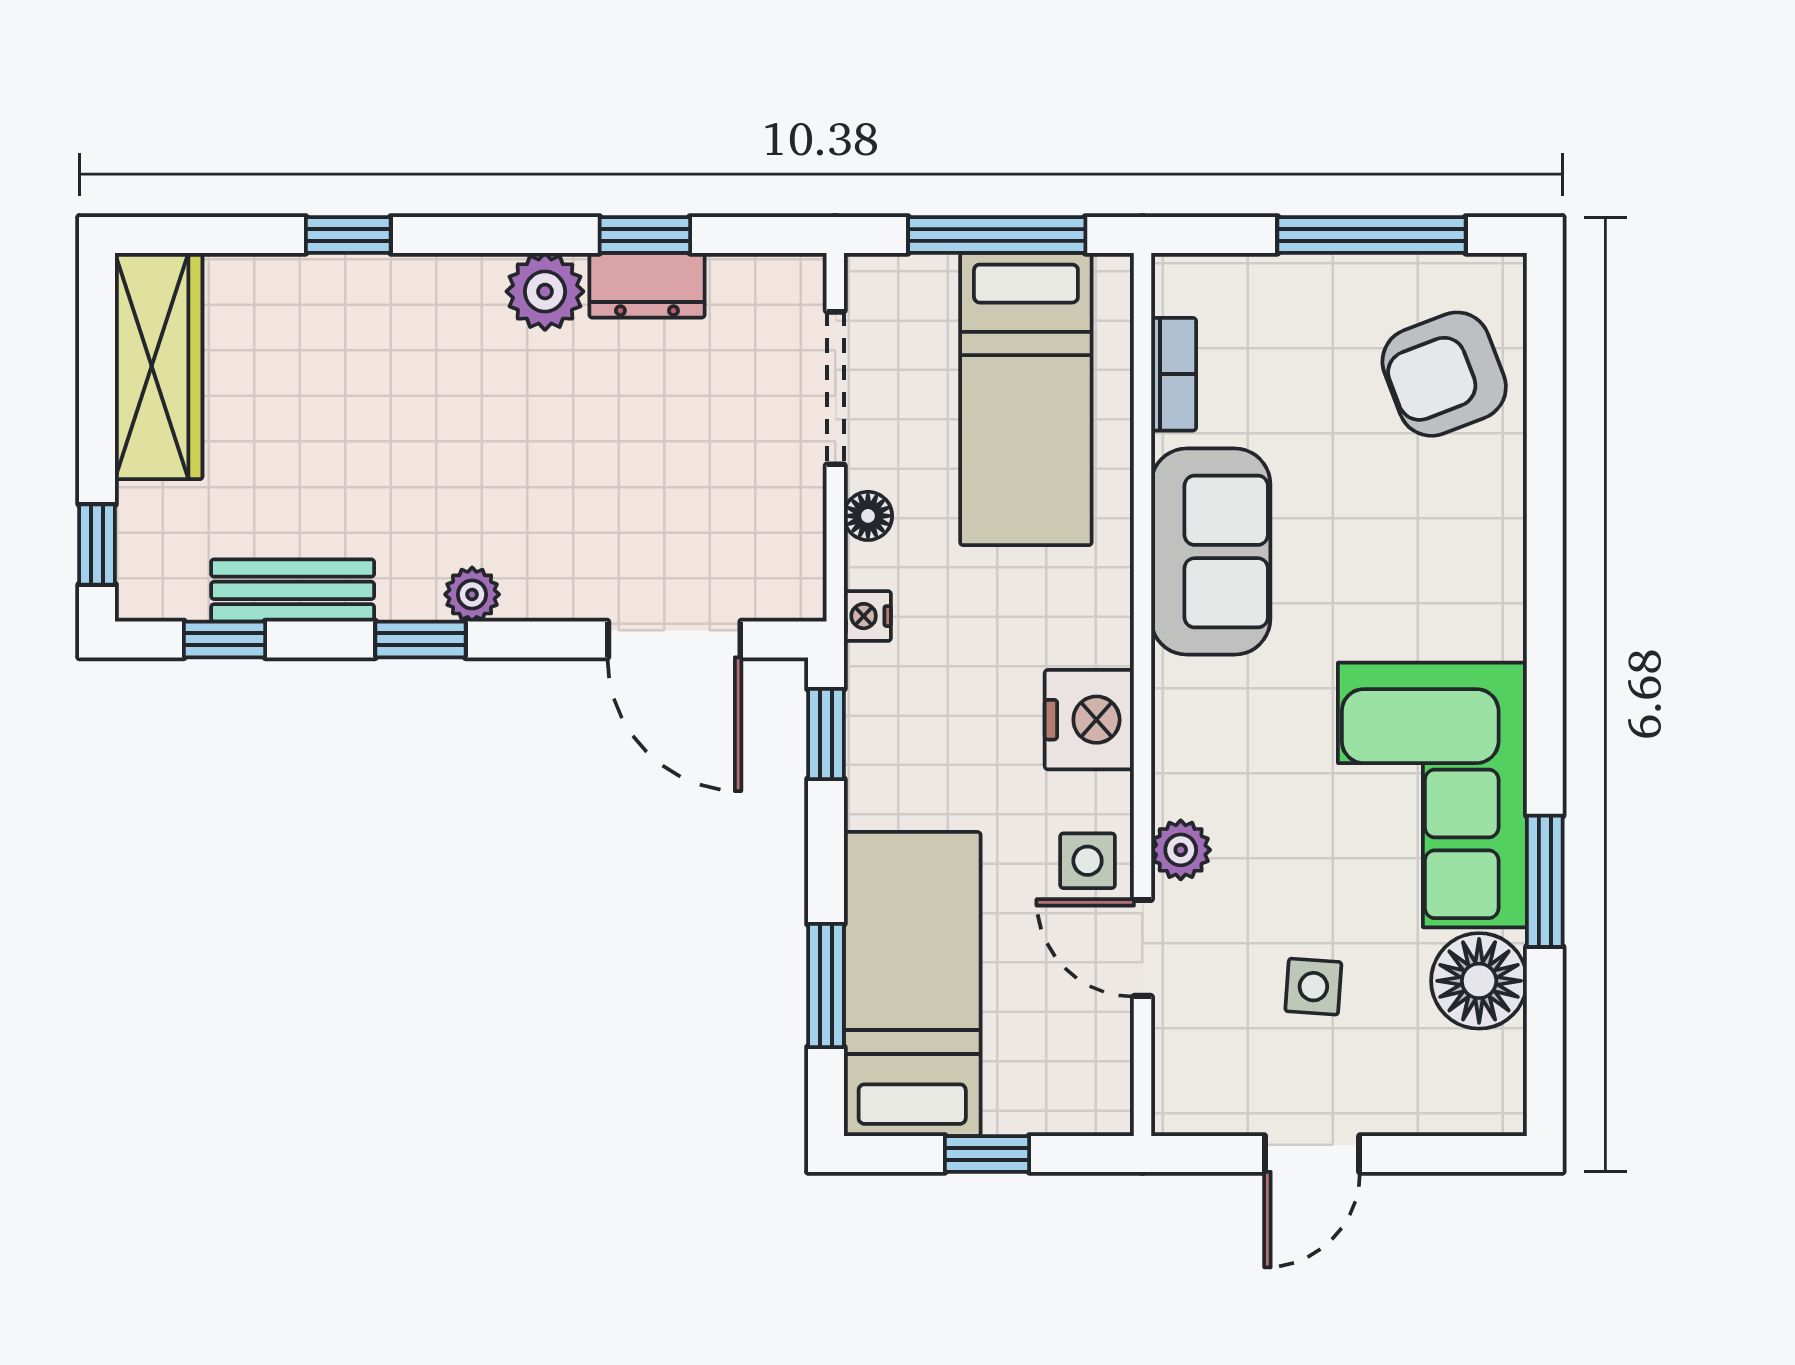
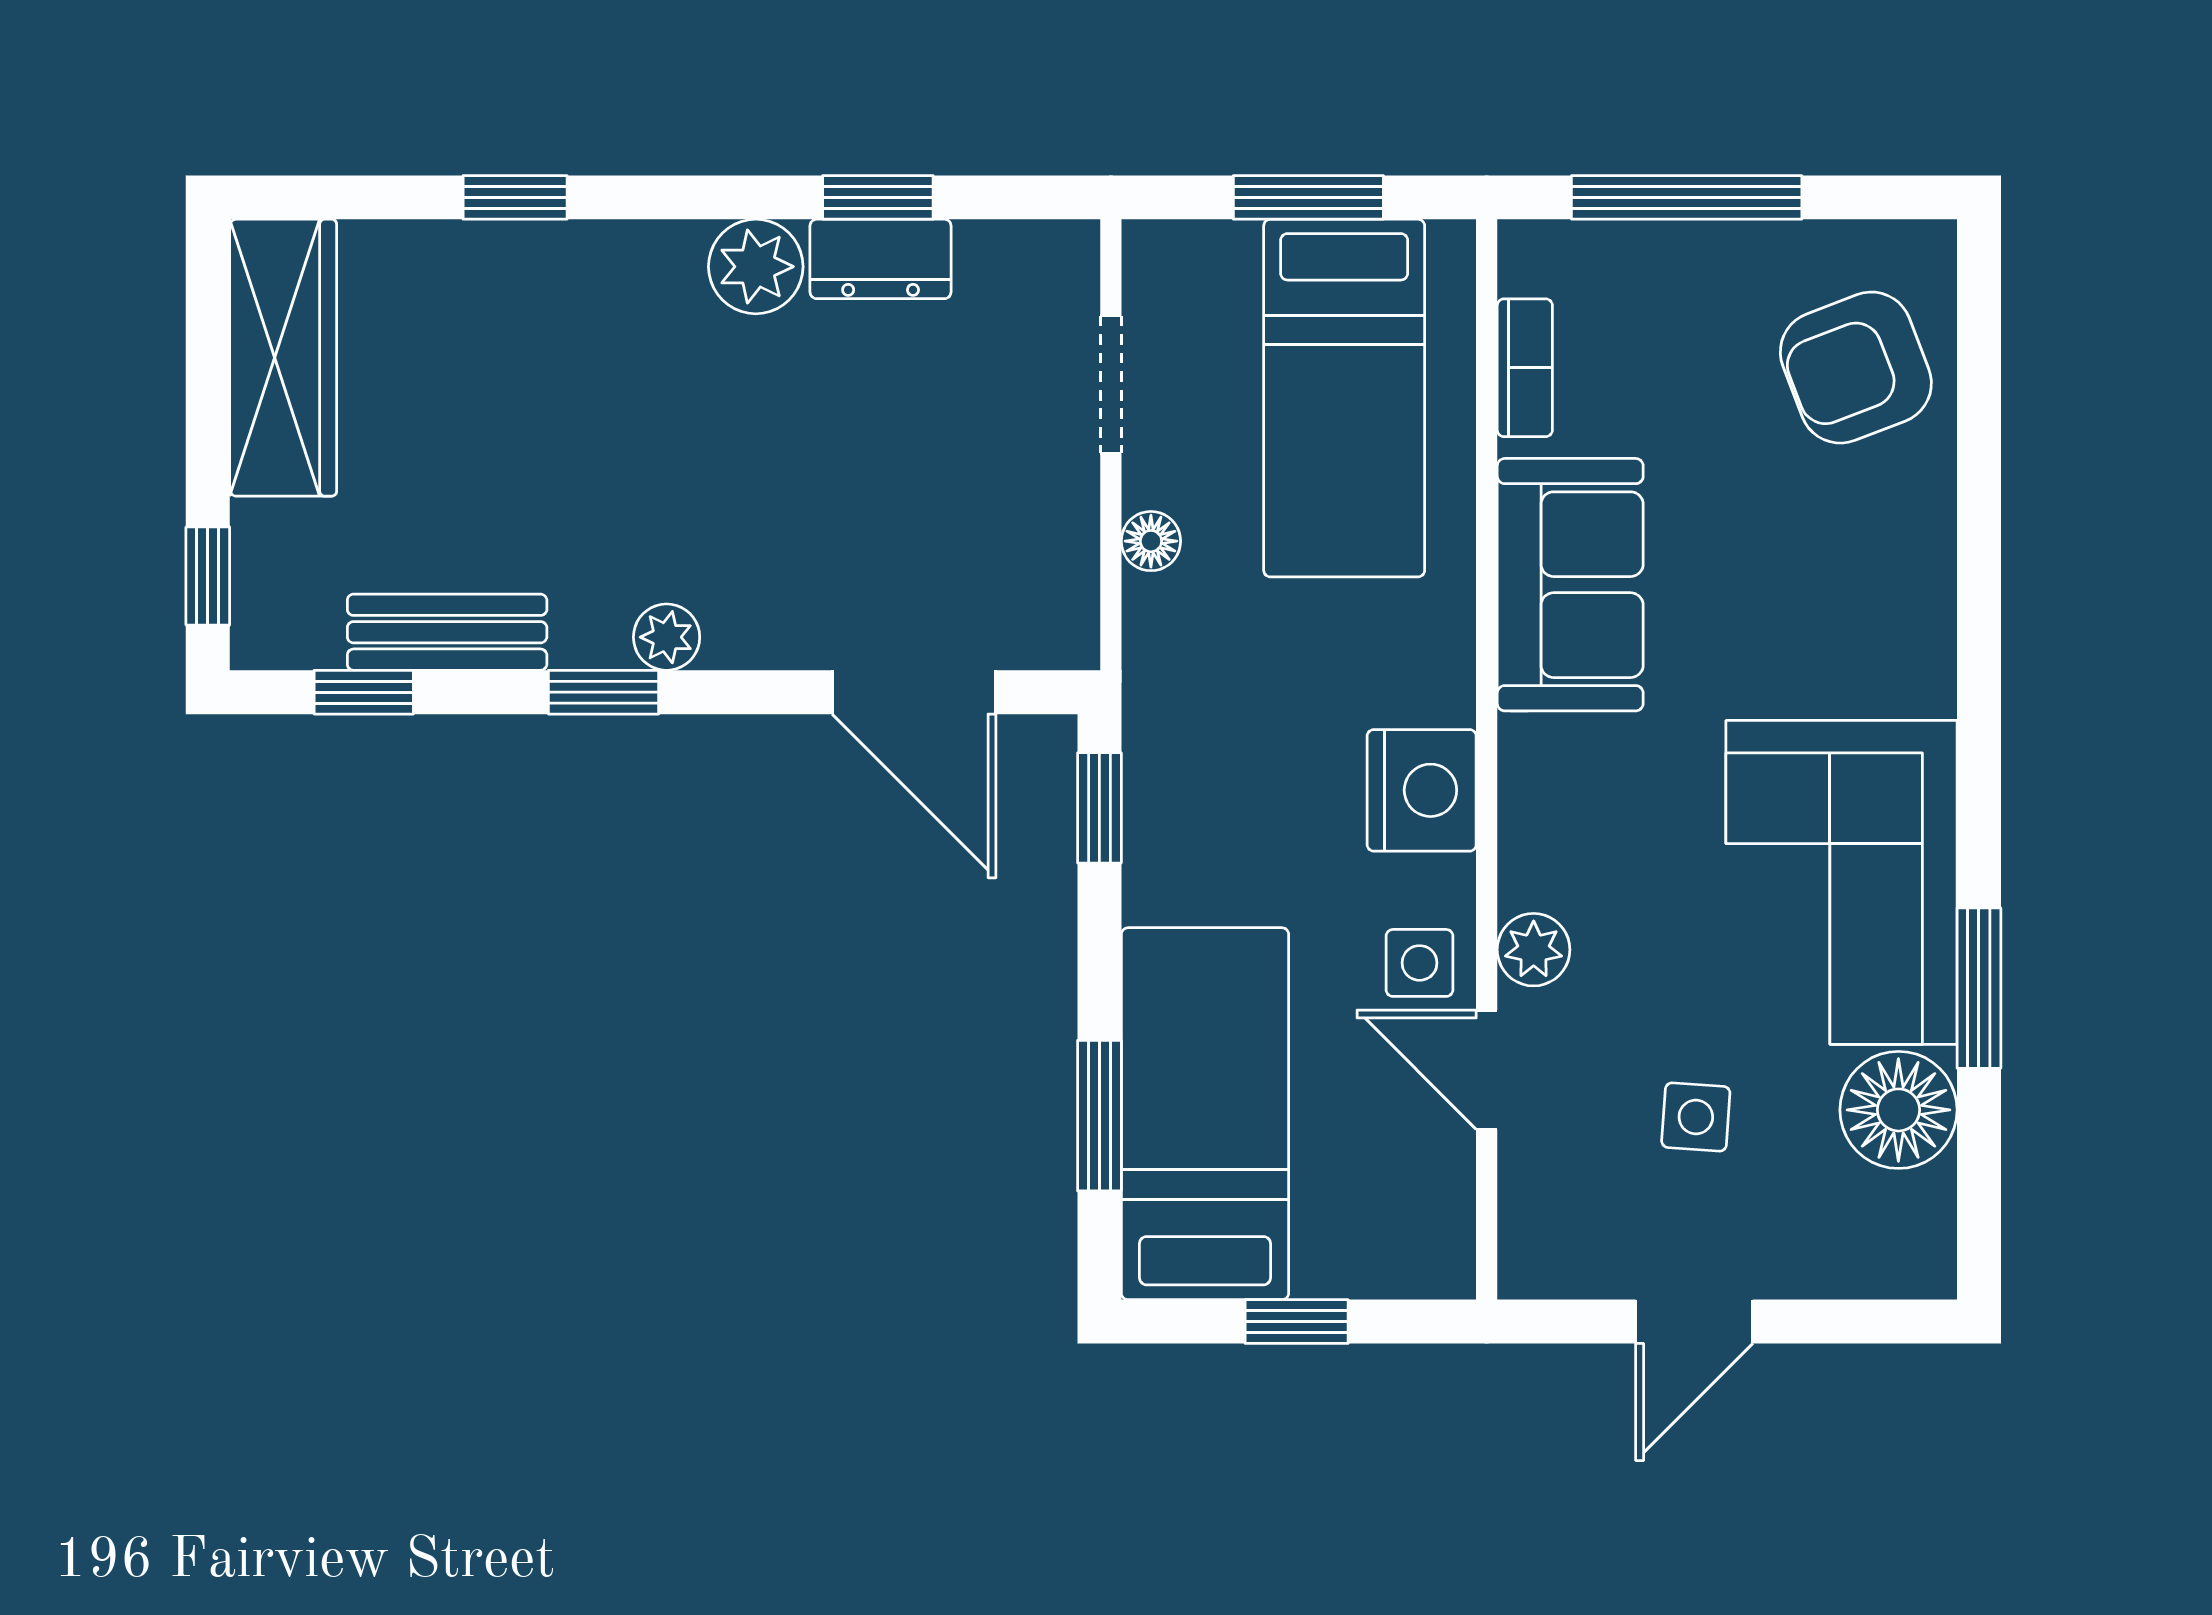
window: (997, 235) -> (1308, 197), width x0.69
window: (1372, 235) -> (1687, 197), moved
doorway: (835, 388) -> (1111, 385), width x0.73
nightstand: (867, 616) -> (1150, 664), removed

